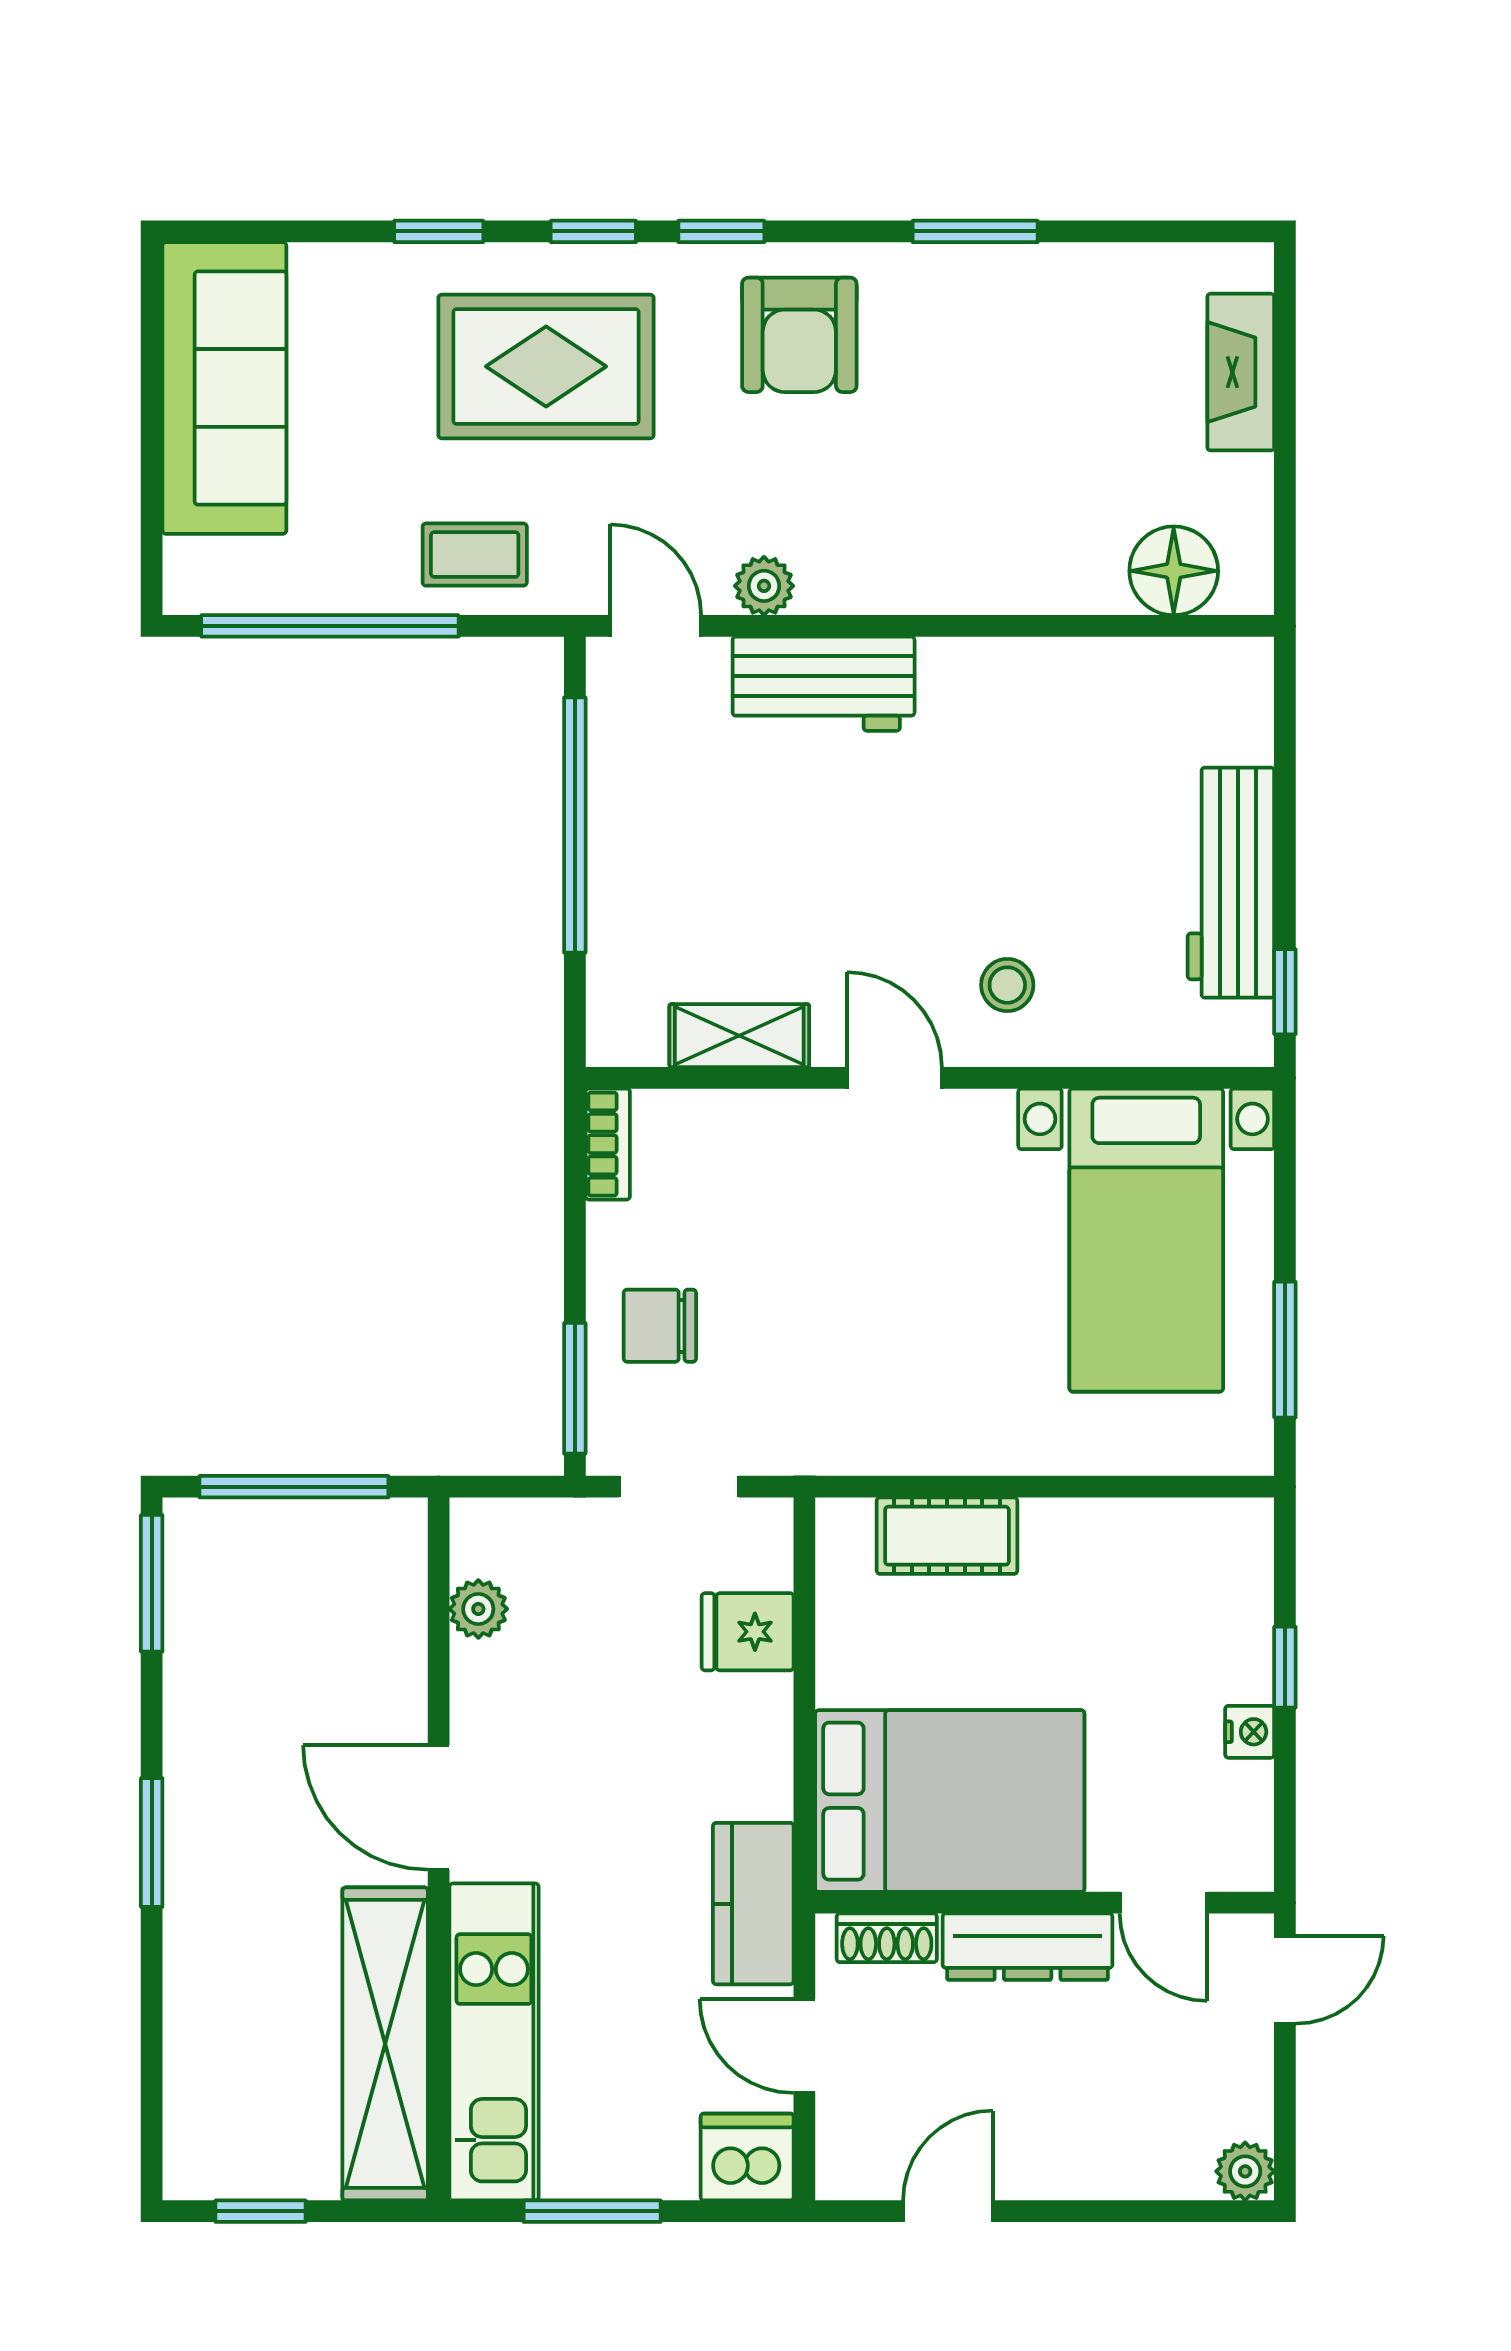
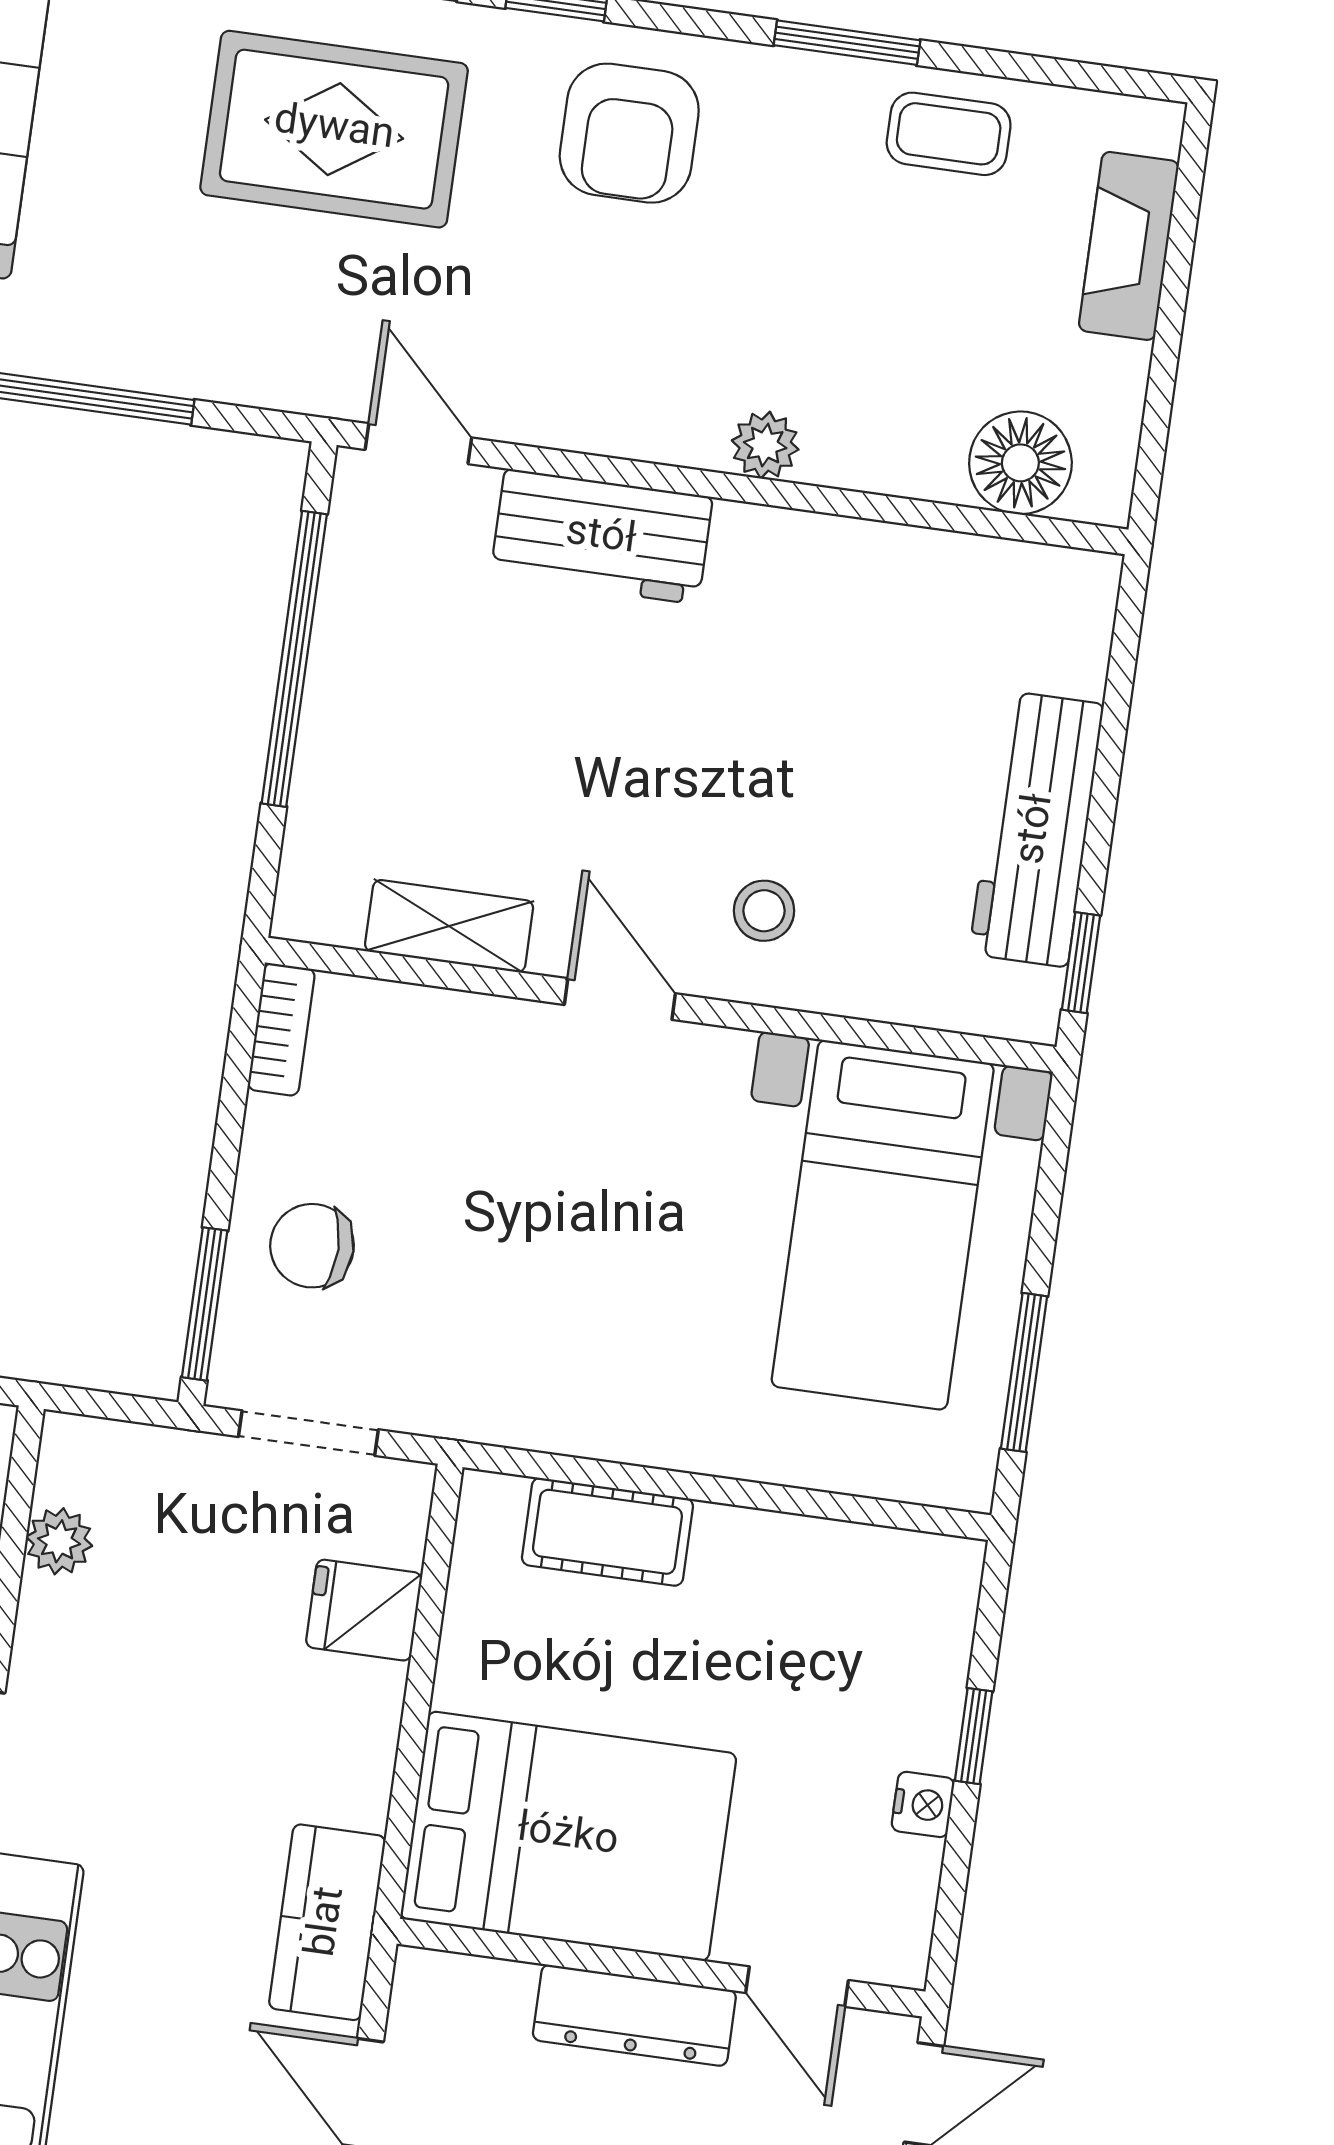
coffee table: (475, 555) -> (949, 134), moved
plant: (764, 586) -> (765, 445), moved
shoe rack: (887, 1938) -> (475, 1983), removed

